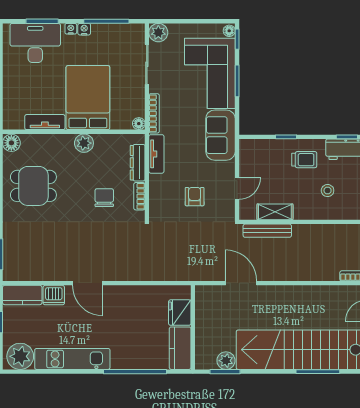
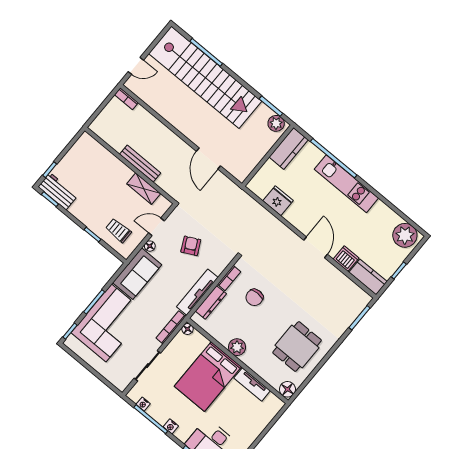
nightstand: (71, 29) -> (143, 404), moved
floor lamp: (229, 31) -> (150, 246), moved
plant: (158, 33) -> (121, 381), removed
tv unit: (156, 154) -> (197, 292), width x1.41
trolley: (304, 160) -> (118, 230), moved
dining table: (33, 186) -> (297, 346), turned 90
stool: (328, 191) -> (95, 173), removed
armchair: (195, 197) -> (191, 246), turned 153
bench: (267, 231) -> (140, 164), moved
fridge: (180, 313) -> (278, 201), moved, turned -90
kitchen unit: (72, 359) -> (346, 184), moved
plant: (226, 361) -> (276, 123), moved

